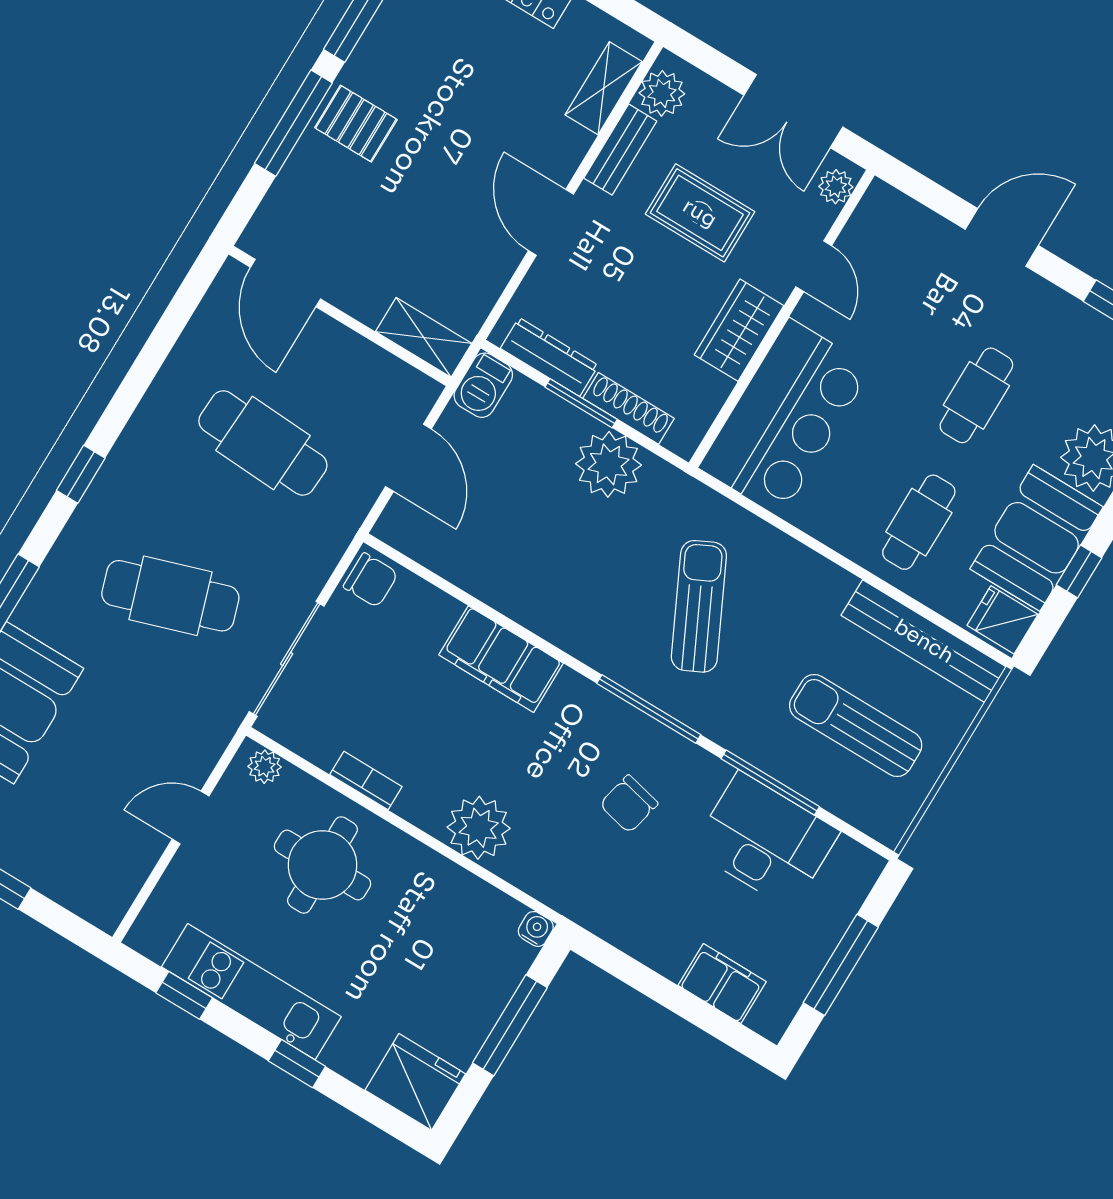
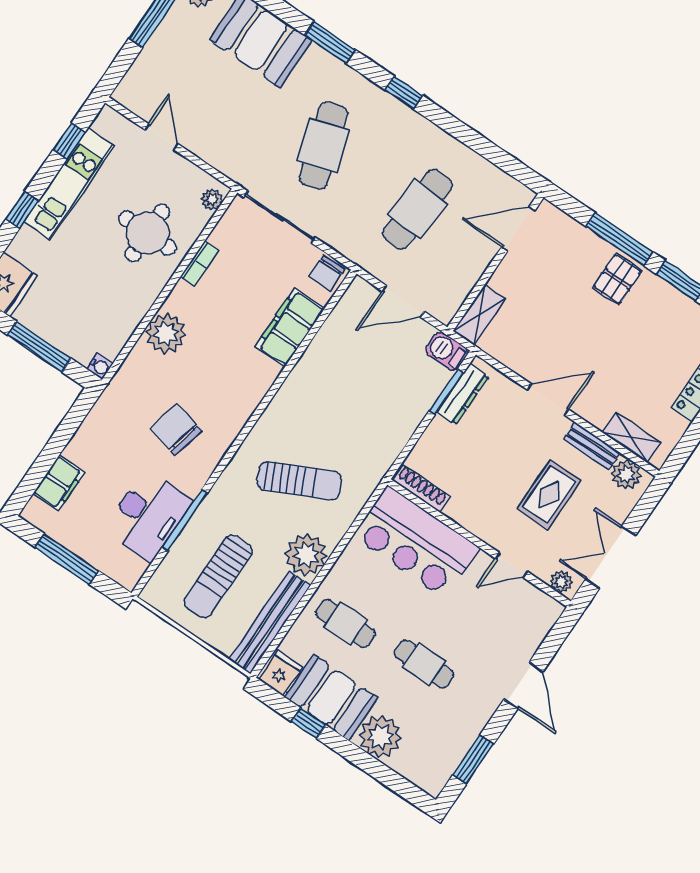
wardrobe: (739, 330) -> (473, 515), removed
window: (581, 403) -> (446, 392), moved
shoe rack: (629, 408) -> (421, 488), moved, turned -90
plant: (608, 464) -> (306, 555), moved
filing cabinet: (501, 659) -> (290, 327), moved
window: (649, 709) -> (236, 446), removed
sun lounger: (856, 726) -> (218, 576), turned 180
chair: (629, 804) -> (176, 430), width x1.37, depth x1.37
door: (191, 818) -> (161, 137), moved

